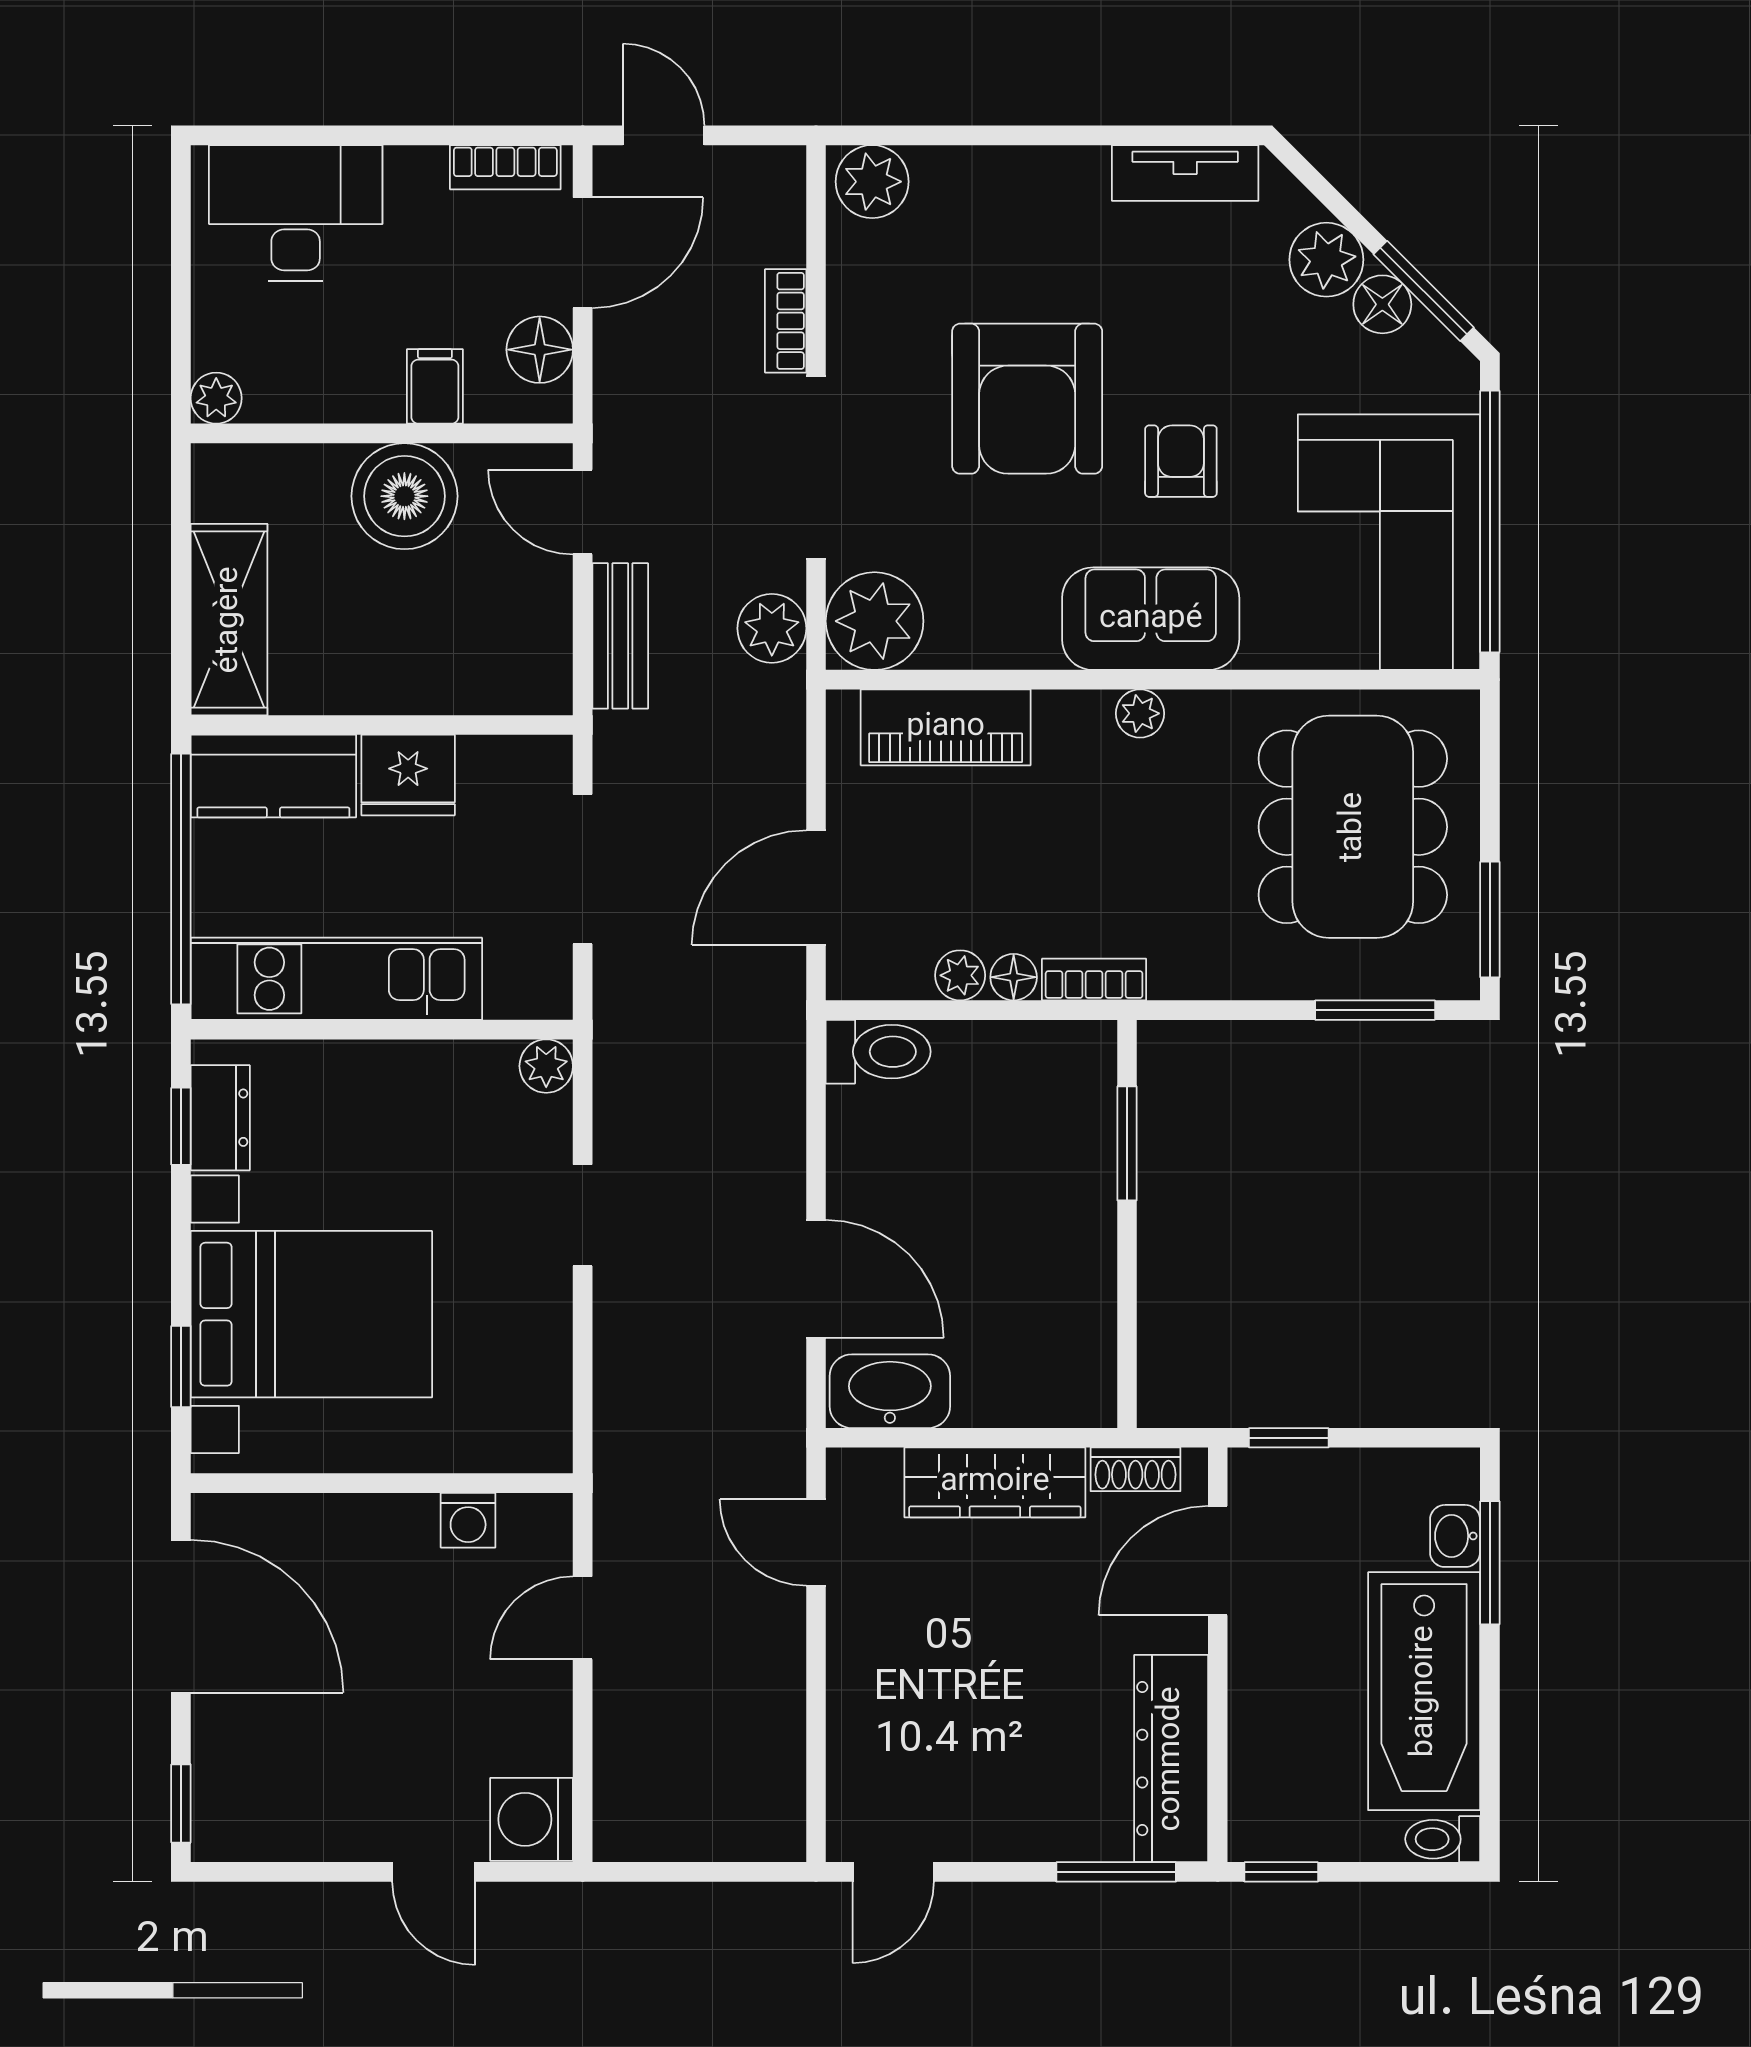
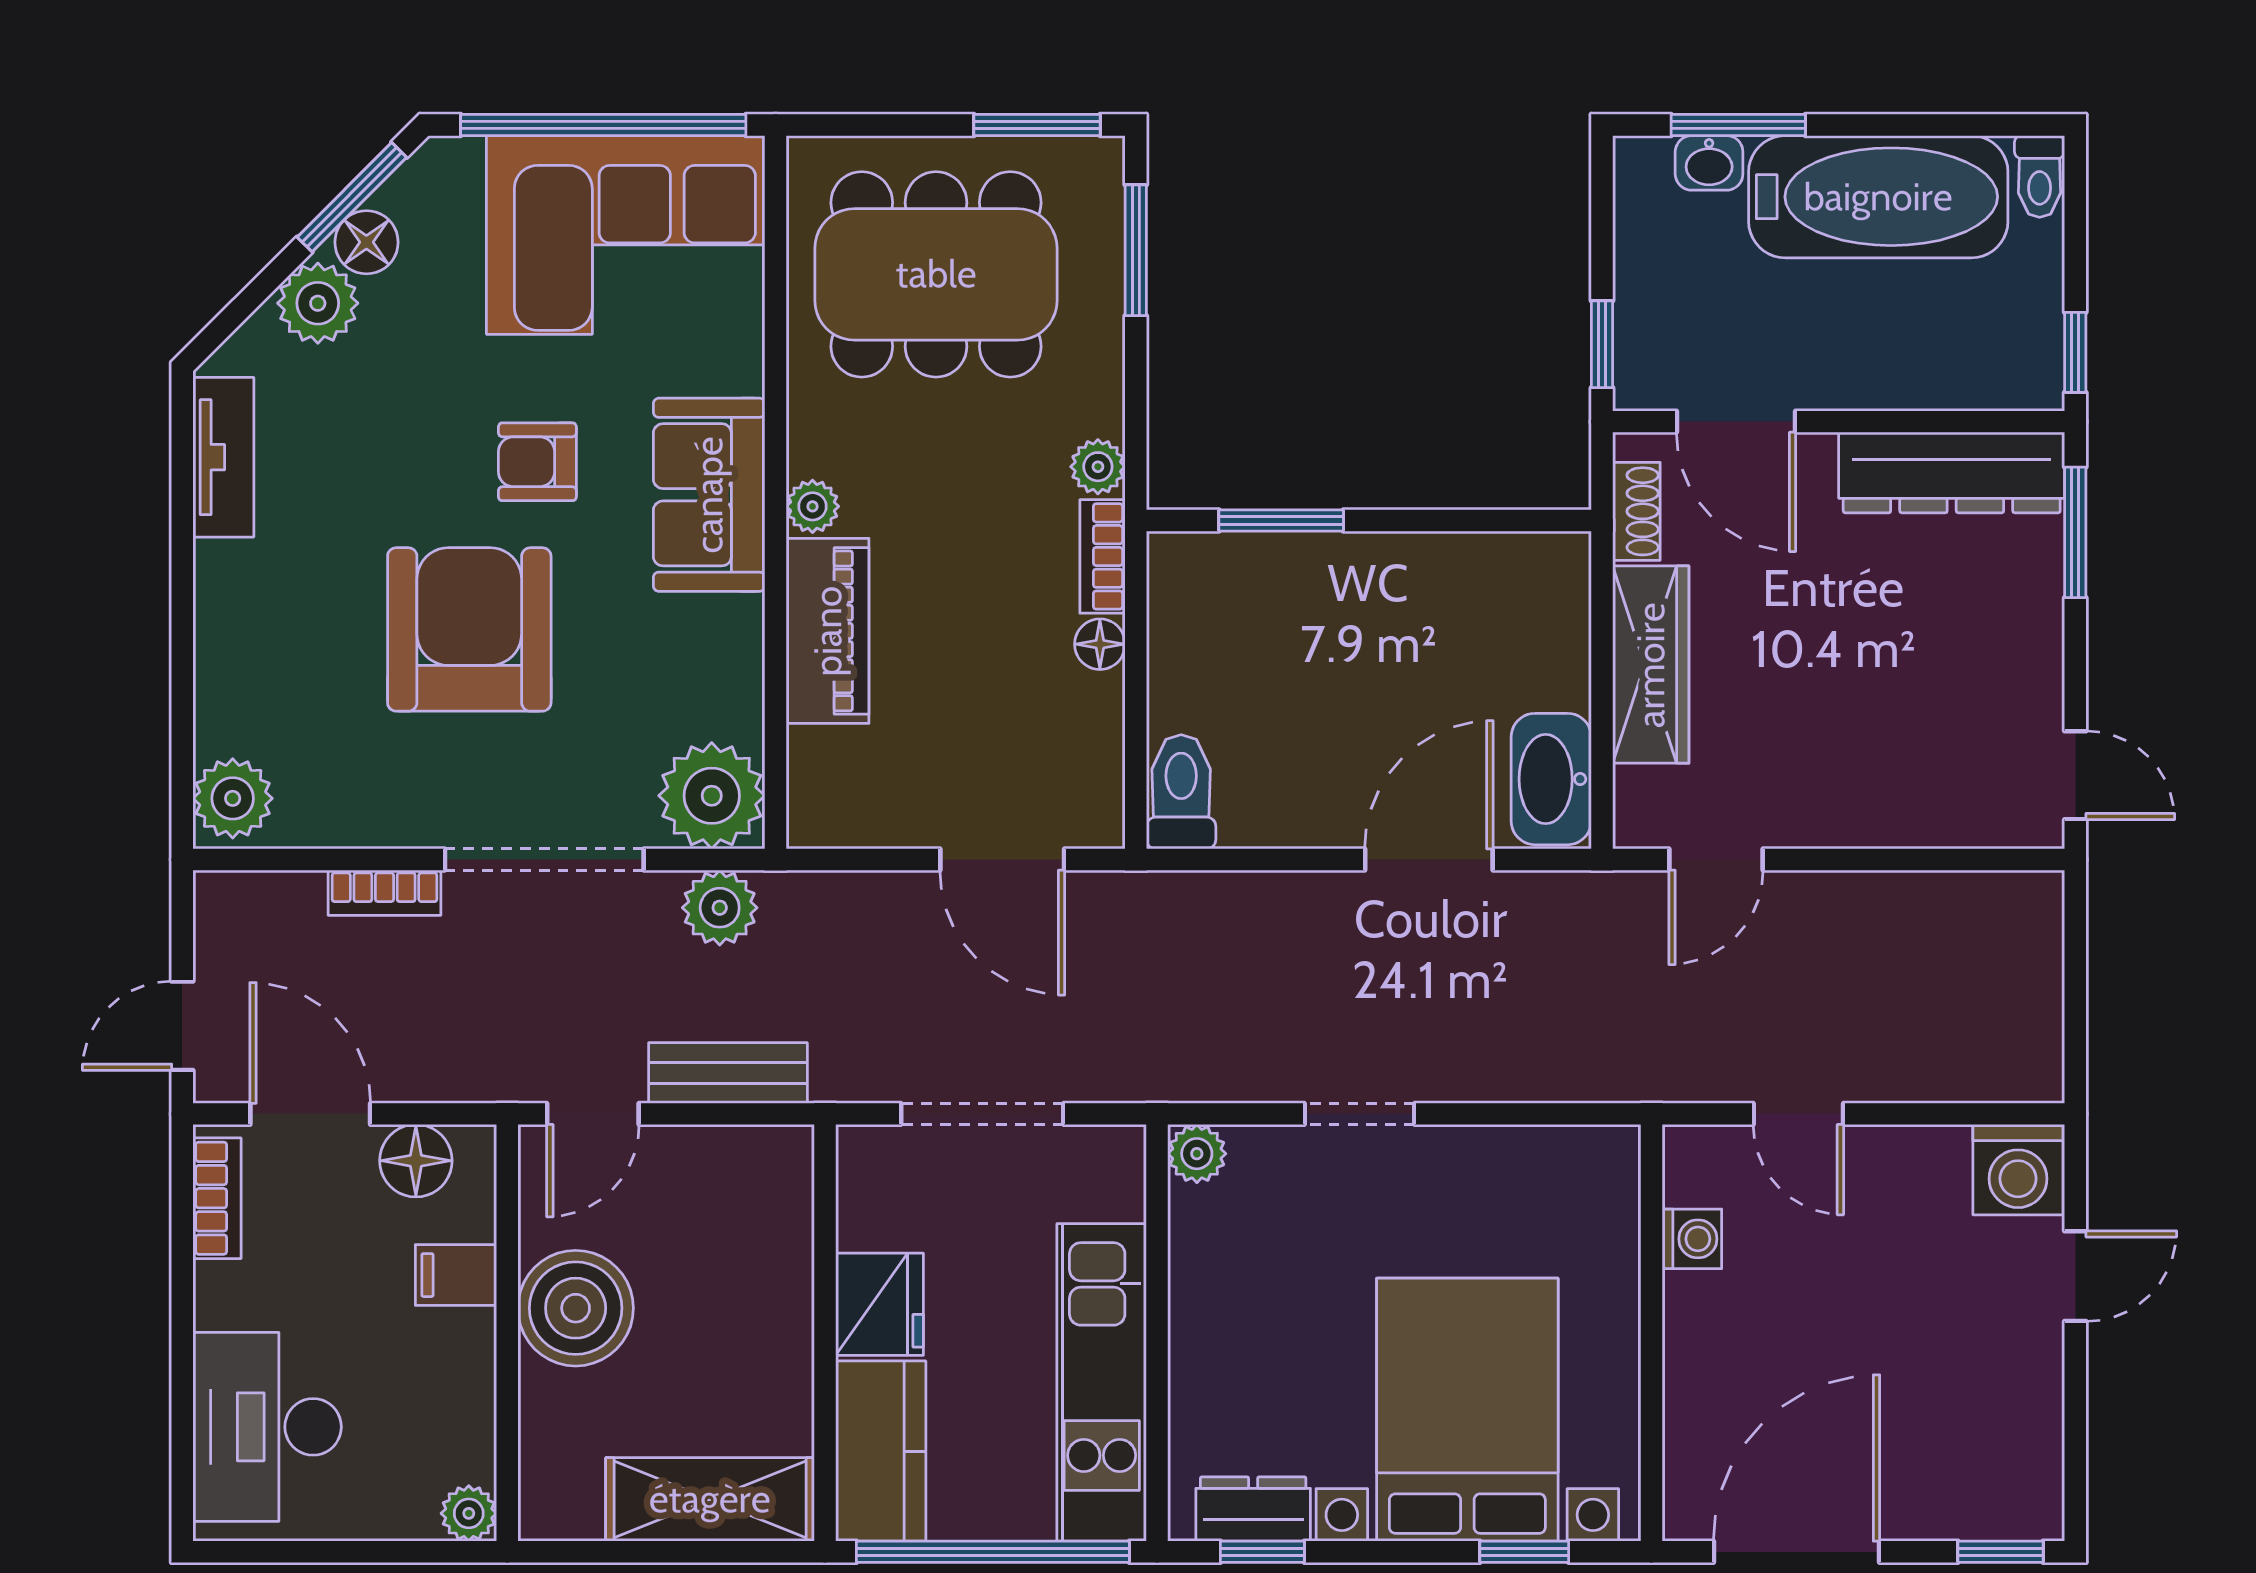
armchair: (1027, 399) -> (469, 629), turned -90
piano: (946, 727) -> (828, 631), moved
plant: (960, 975) -> (1098, 467), moved

